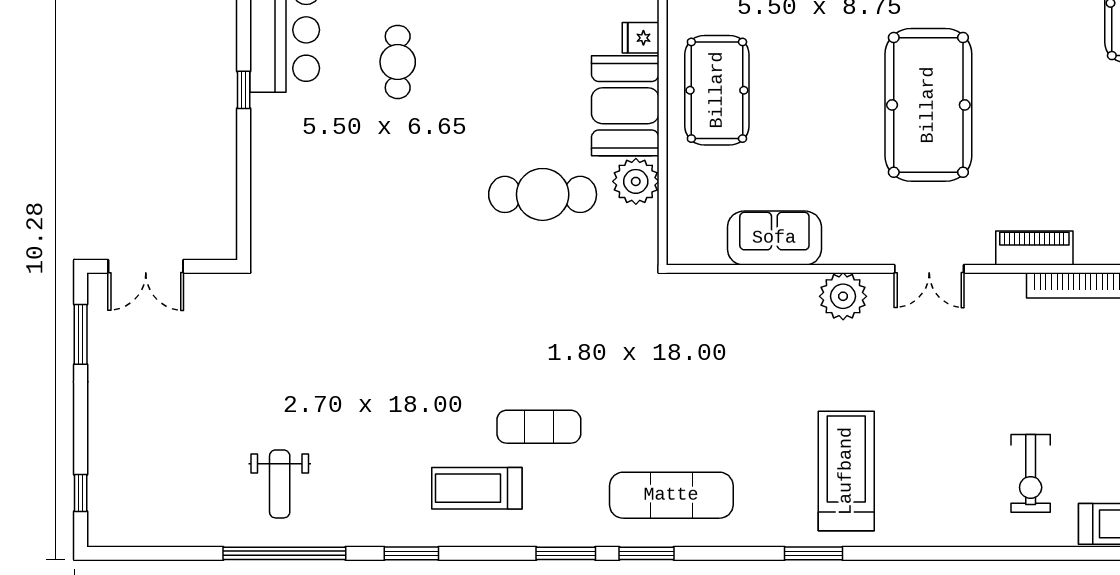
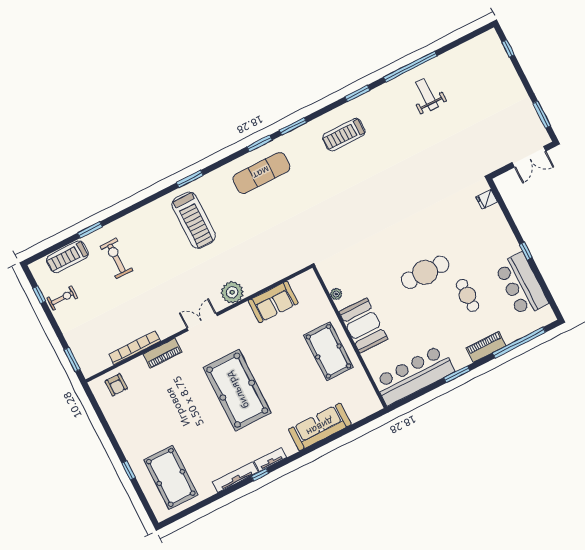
fridge: (641, 38) -> (487, 199), moved, turned 180
plant: (636, 181) -> (336, 294), width x0.53, depth x0.53
cafe table: (543, 194) -> (425, 272), moved
double door: (146, 266) -> (529, 157), swing flipped
exercise mat: (539, 427) -> (331, 173), removed
treadmill: (477, 488) -> (344, 135), turned 180
window: (1053, 553) -> (90, 230), added

